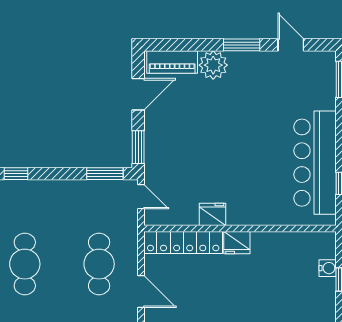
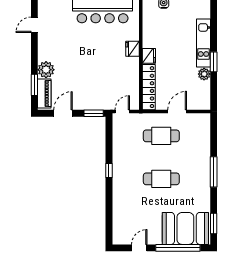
window: (242, 45) -> (34, 85), moved
door: (138, 94) -> (63, 113), hinge flipped
window: (16, 174) -> (109, 171), moved
window: (105, 174) -> (109, 133), removed
fridge: (213, 214) -> (132, 49), moved

